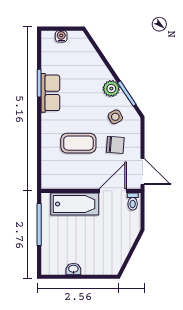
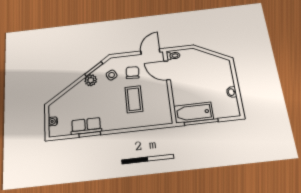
row of seats: (50, 93) -> (86, 126), moved
bathtub: (75, 204) -> (193, 113), moved, turned -90

